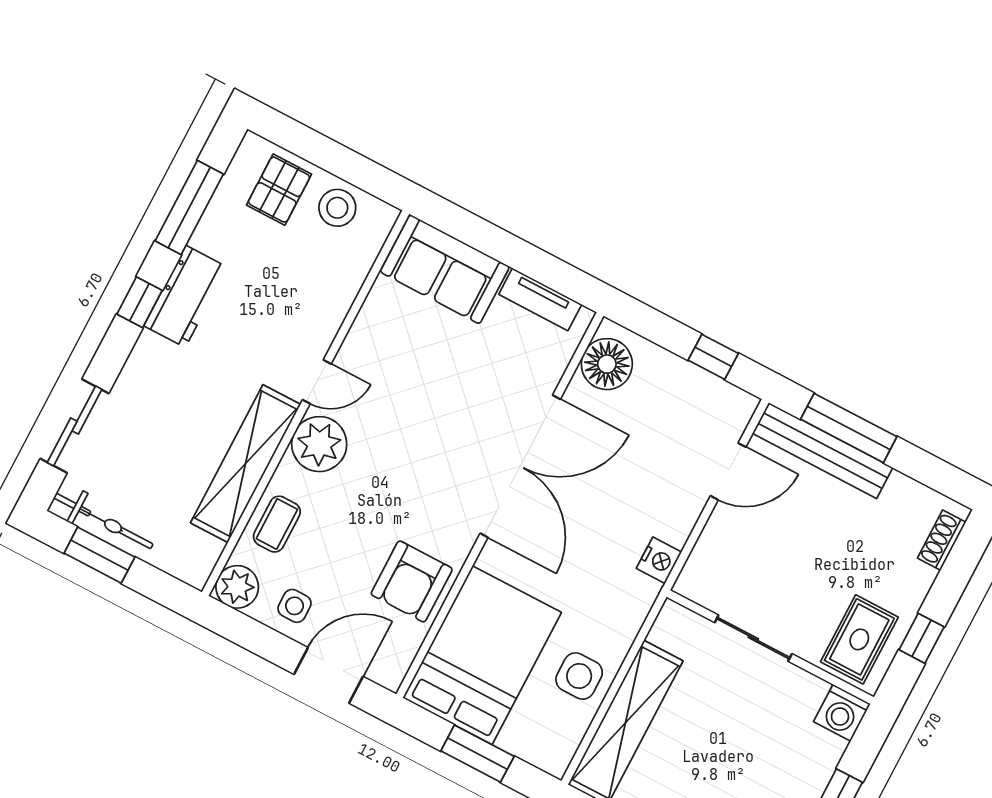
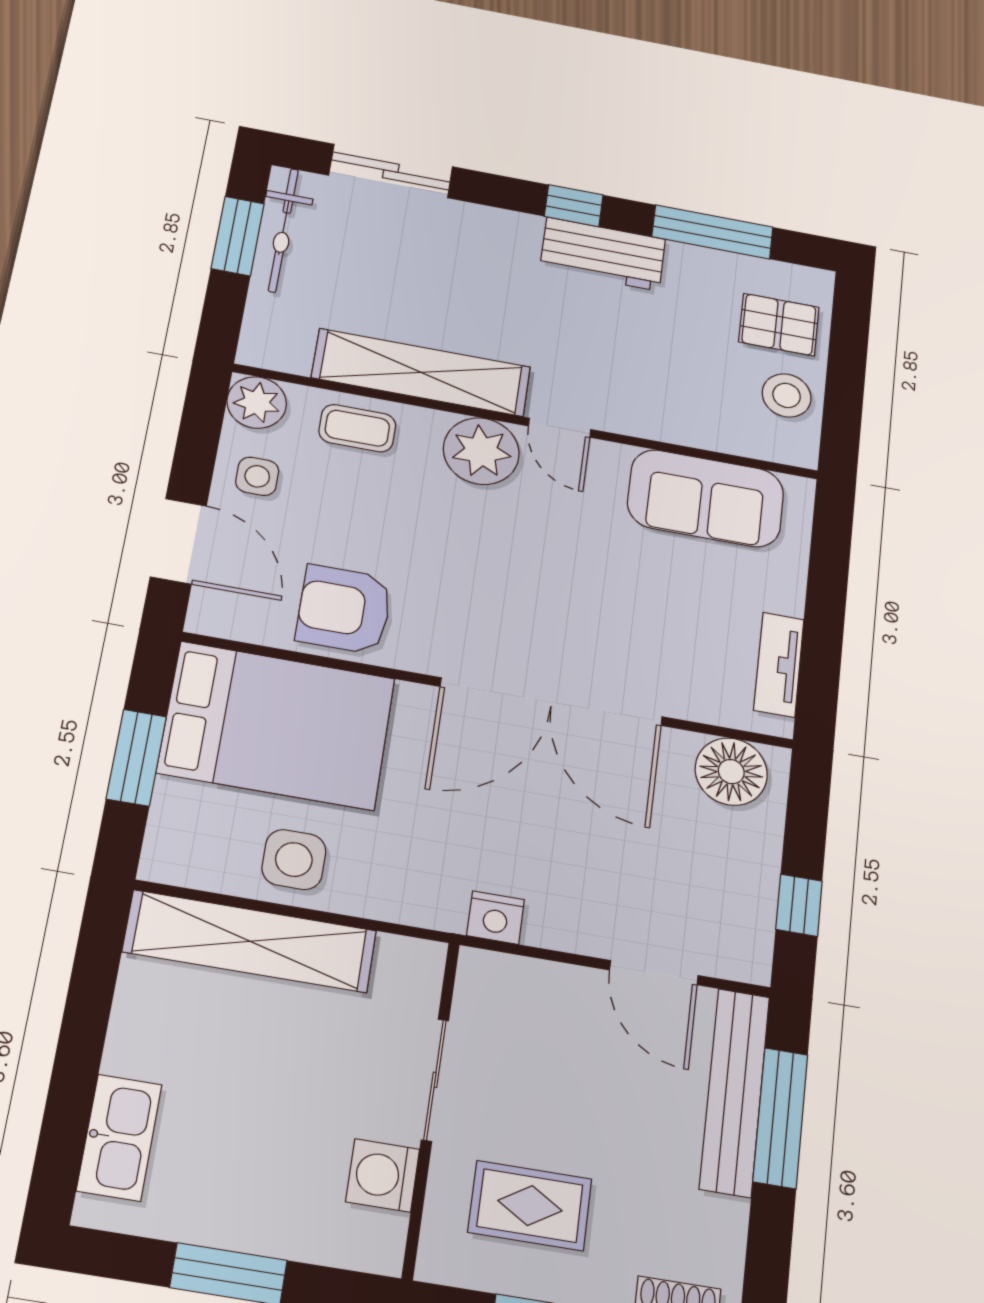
sofa: (445, 269) -> (706, 498), moved, turned -90
rug: (859, 639) -> (530, 1206), moved
washing machine: (842, 713) -> (383, 1175), moved

